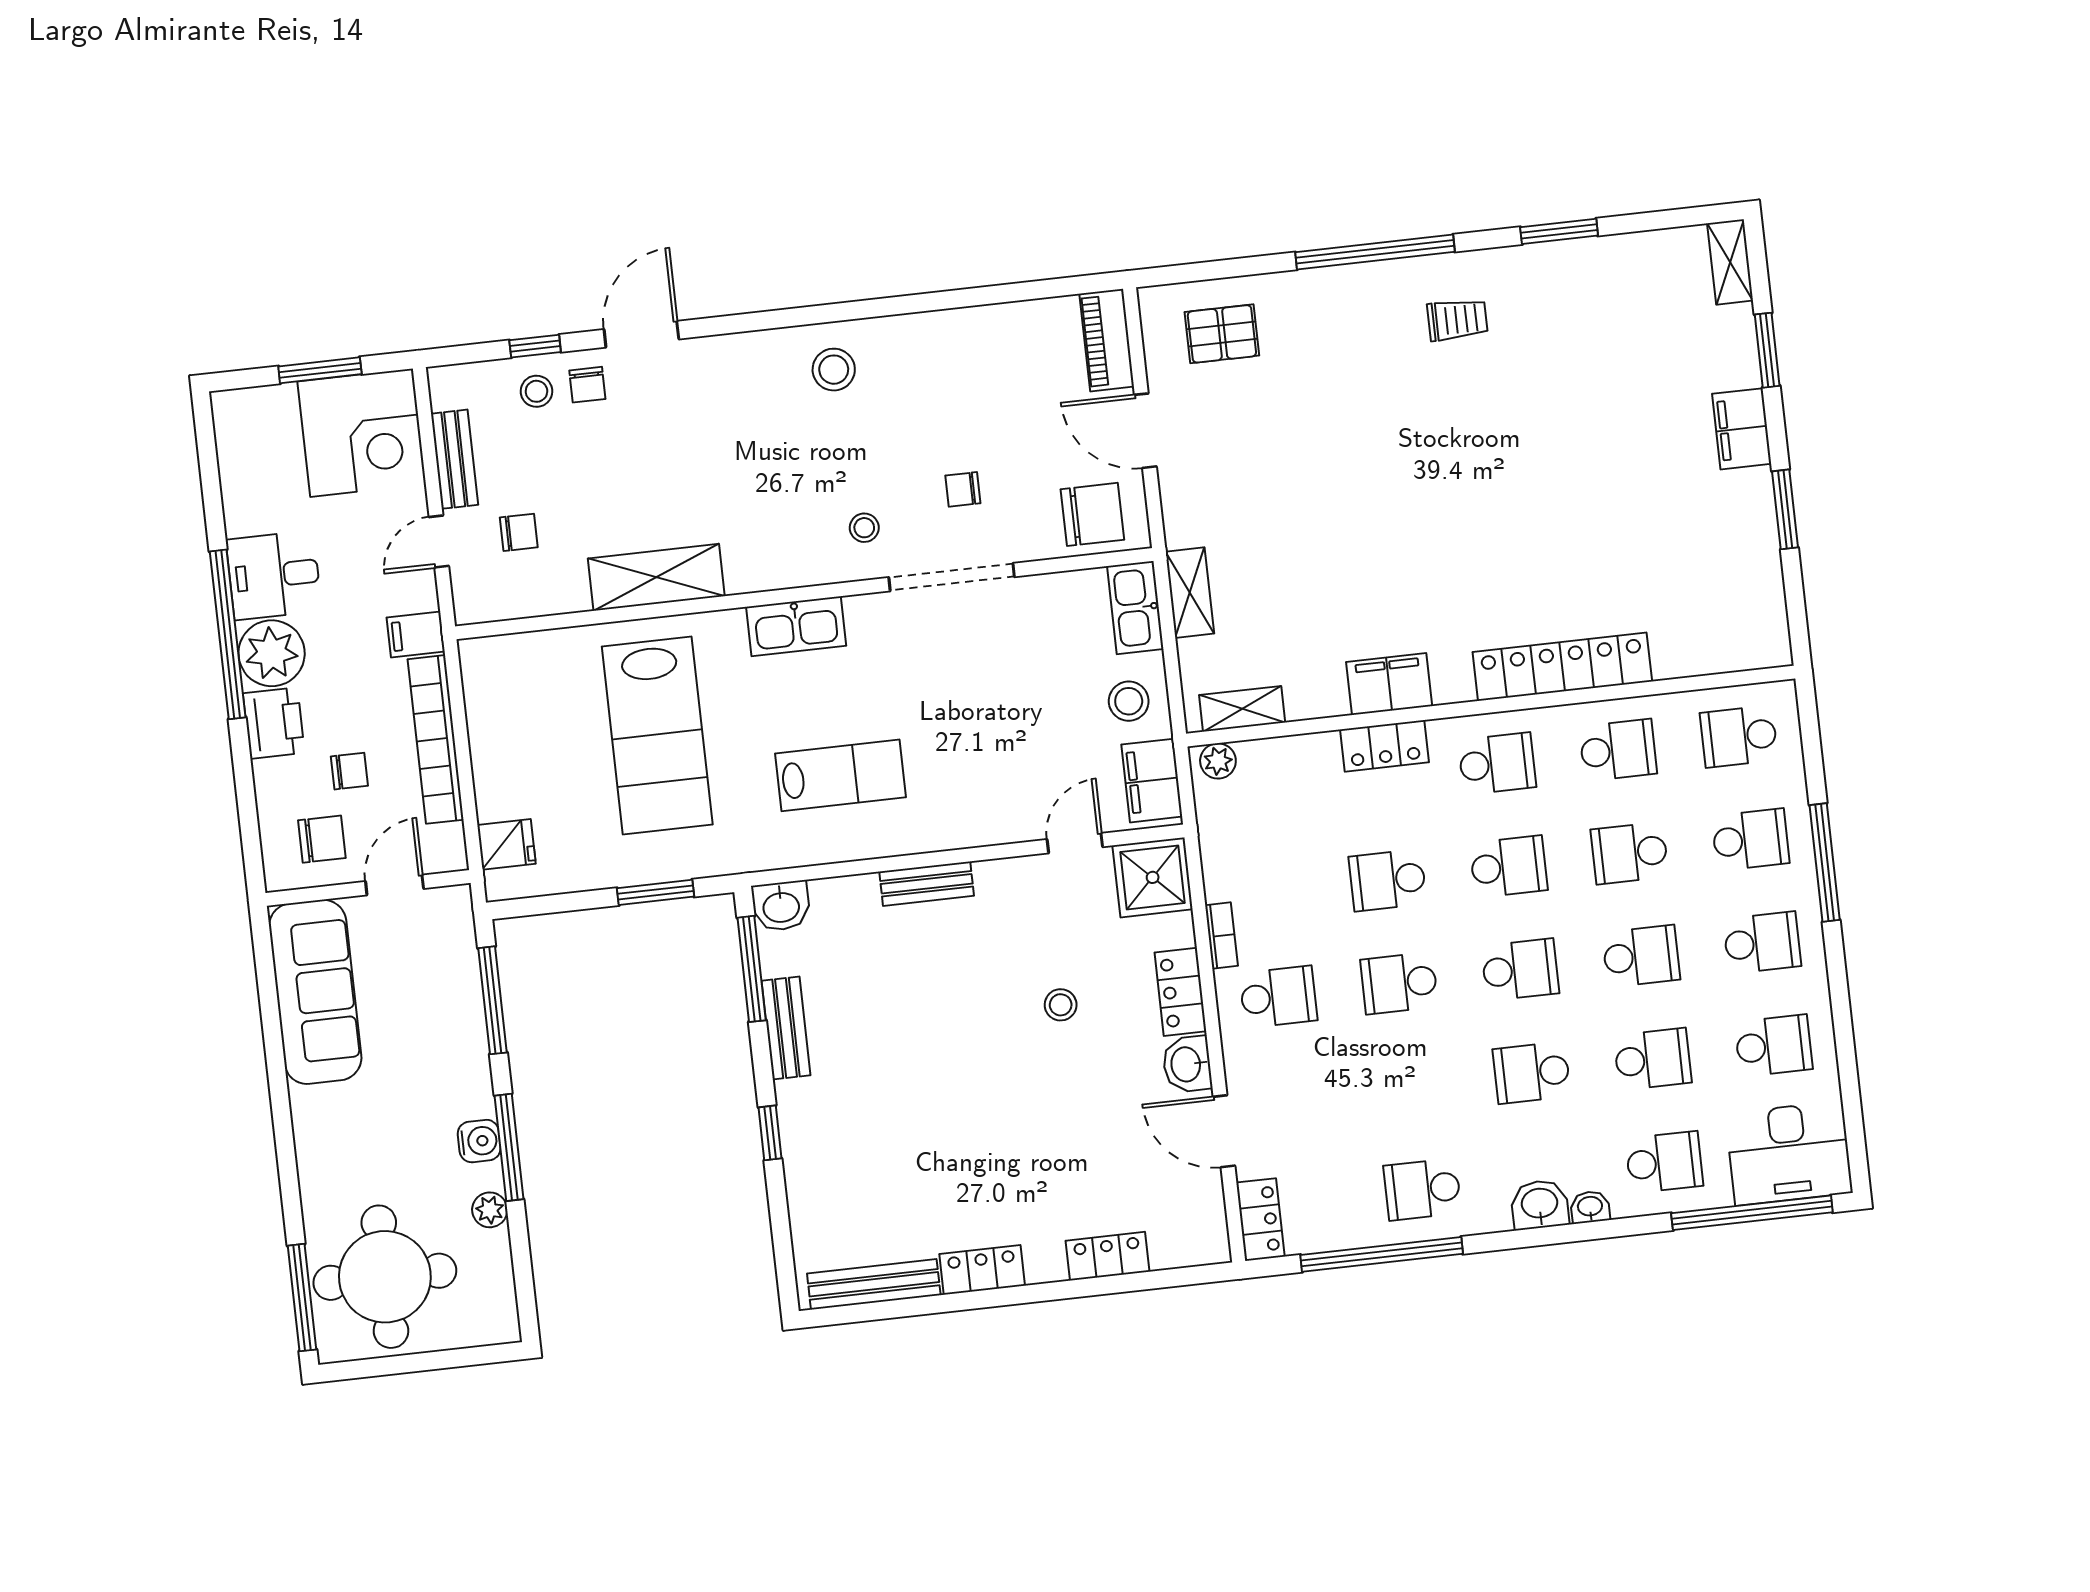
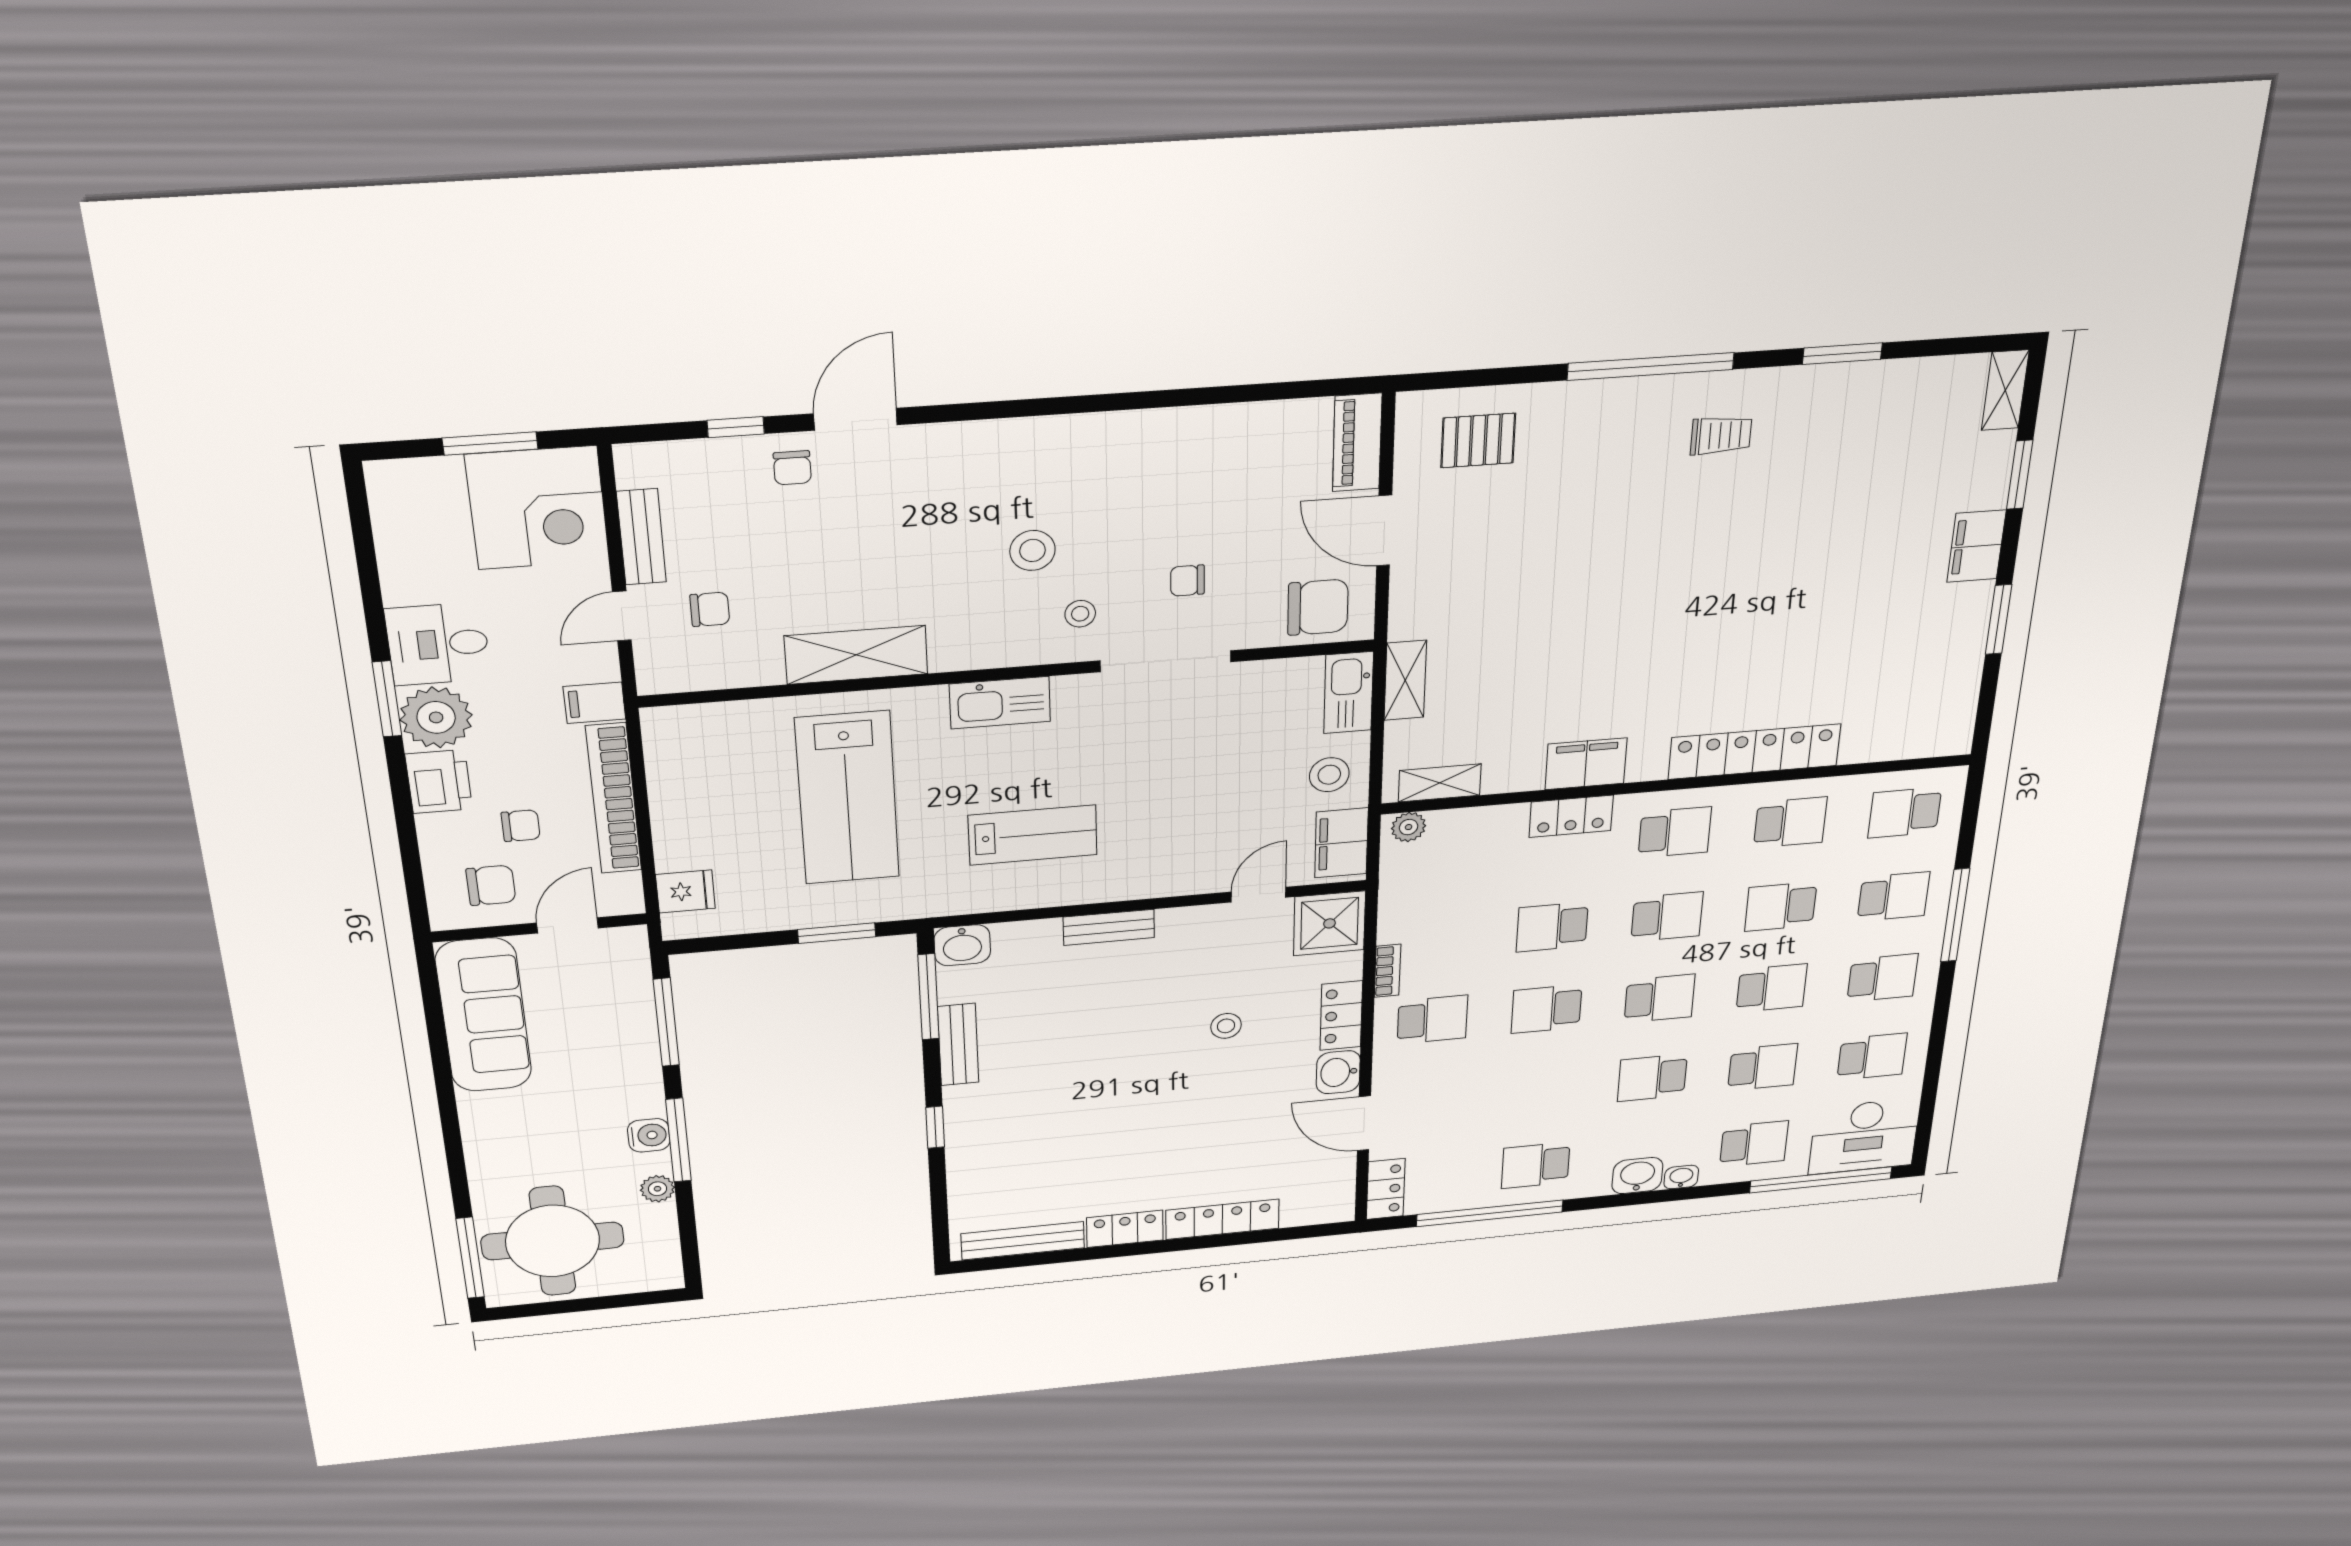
stool: (834, 370) -> (1032, 550), moved
stool: (536, 391) -> (735, 473), removed
window: (228, 634) -> (387, 699), width x0.47
locker: (1107, 1256) -> (1223, 1219), width x1.53

